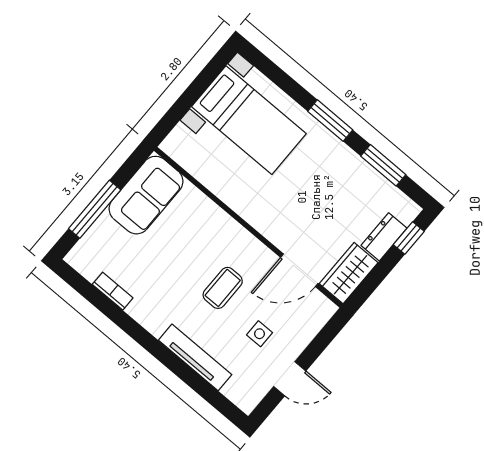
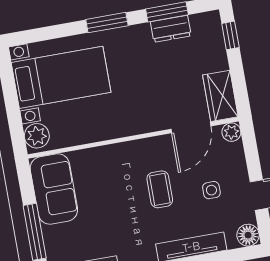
plant: (180, 141) -> (37, 136), added
dresser: (384, 237) -> (171, 29), moved, turned -90
plant: (325, 309) -> (231, 132), added
floor lamp: (247, 398) -> (248, 235), added

